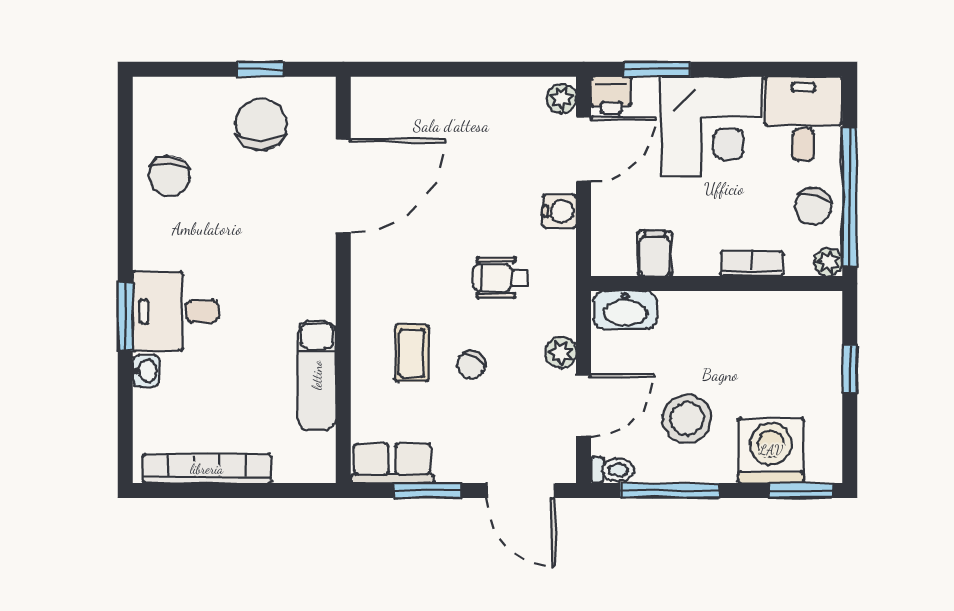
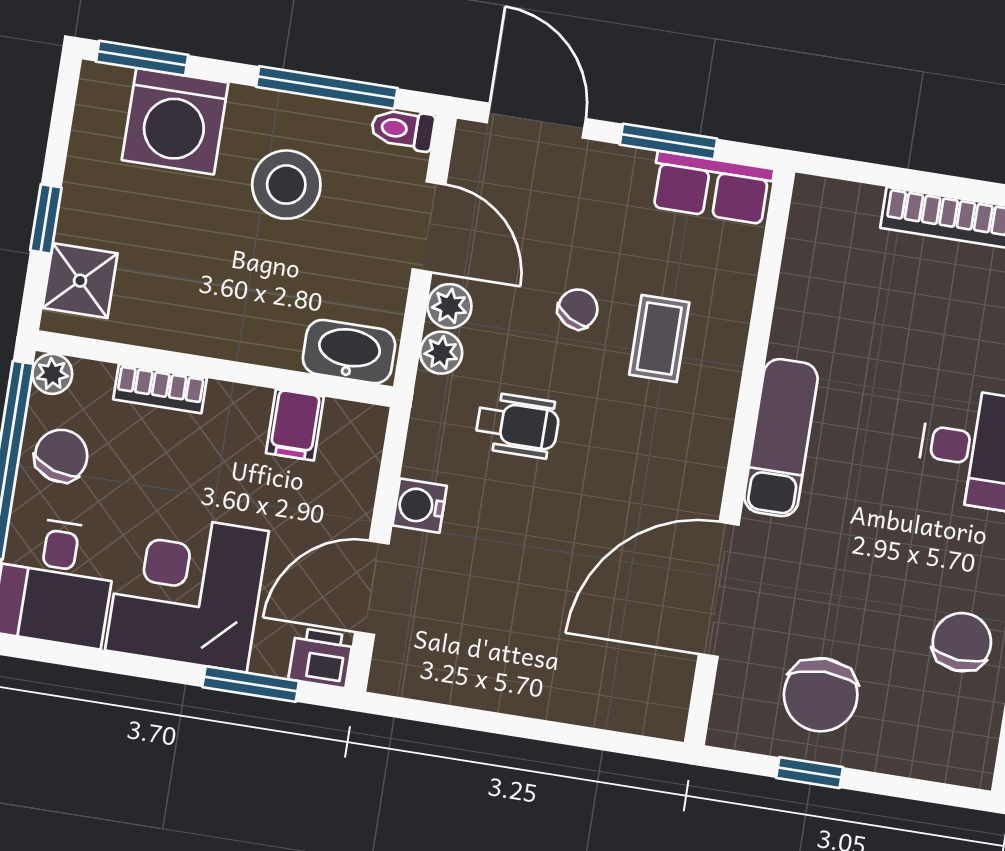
plant: (561, 98) -> (441, 353), moved
shower: (819, 330) -> (80, 281), added
exam couch: (317, 375) -> (781, 438), moved
door: (584, 405) -> (429, 227), swing flipped

